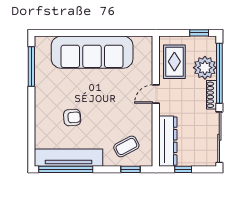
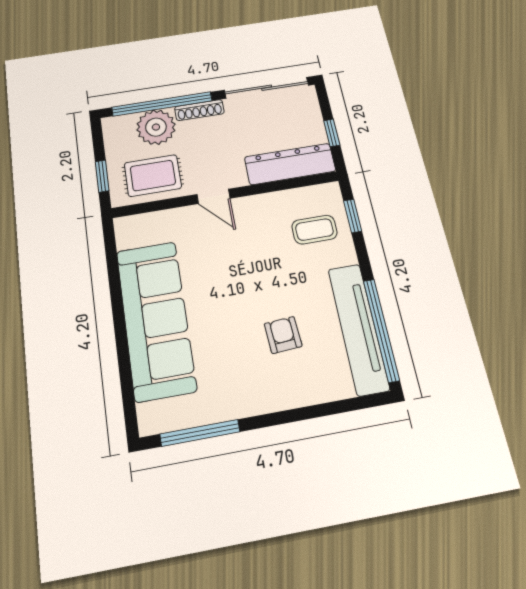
window: (199, 33) -> (102, 176), moved
coffee table: (126, 146) -> (314, 230), turned -62

